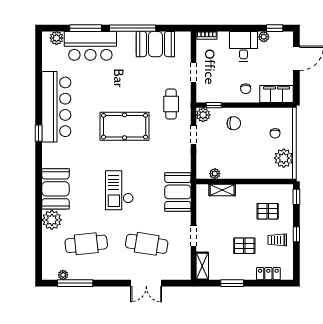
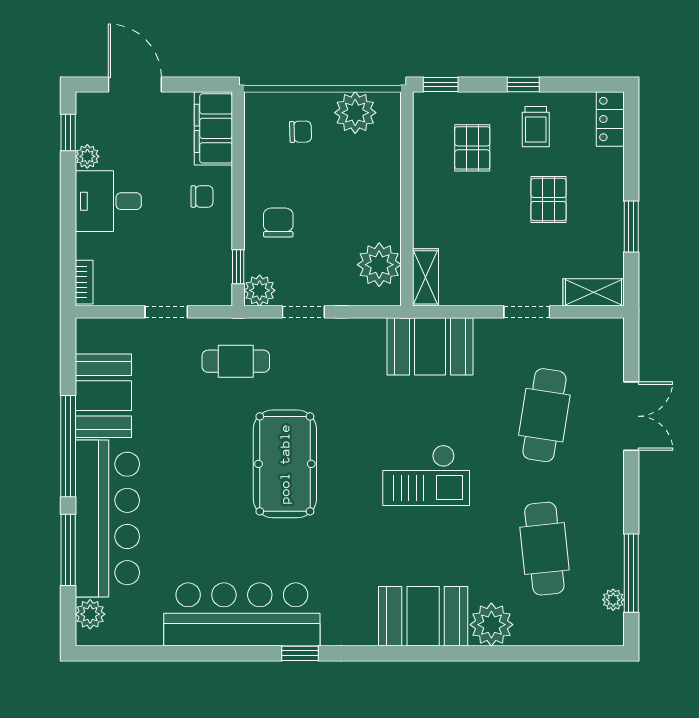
bar counter: (90, 46) -> (107, 518), width x1.36
plant: (215, 174) -> (379, 265), width x1.88, depth x1.88
shelving: (222, 190) -> (426, 277), moved
locker: (268, 274) -> (610, 119), moved

